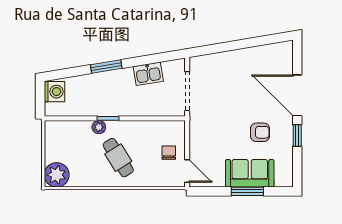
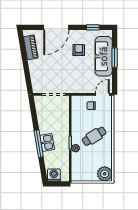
piano: (264, 53) -> (31, 47), added
window: (106, 67) -> (39, 144), width x1.44
kitchen sink: (148, 74) -> (47, 142), moved
window: (297, 136) -> (93, 27), moved
sofa: (250, 173) -> (104, 56), width x1.36

